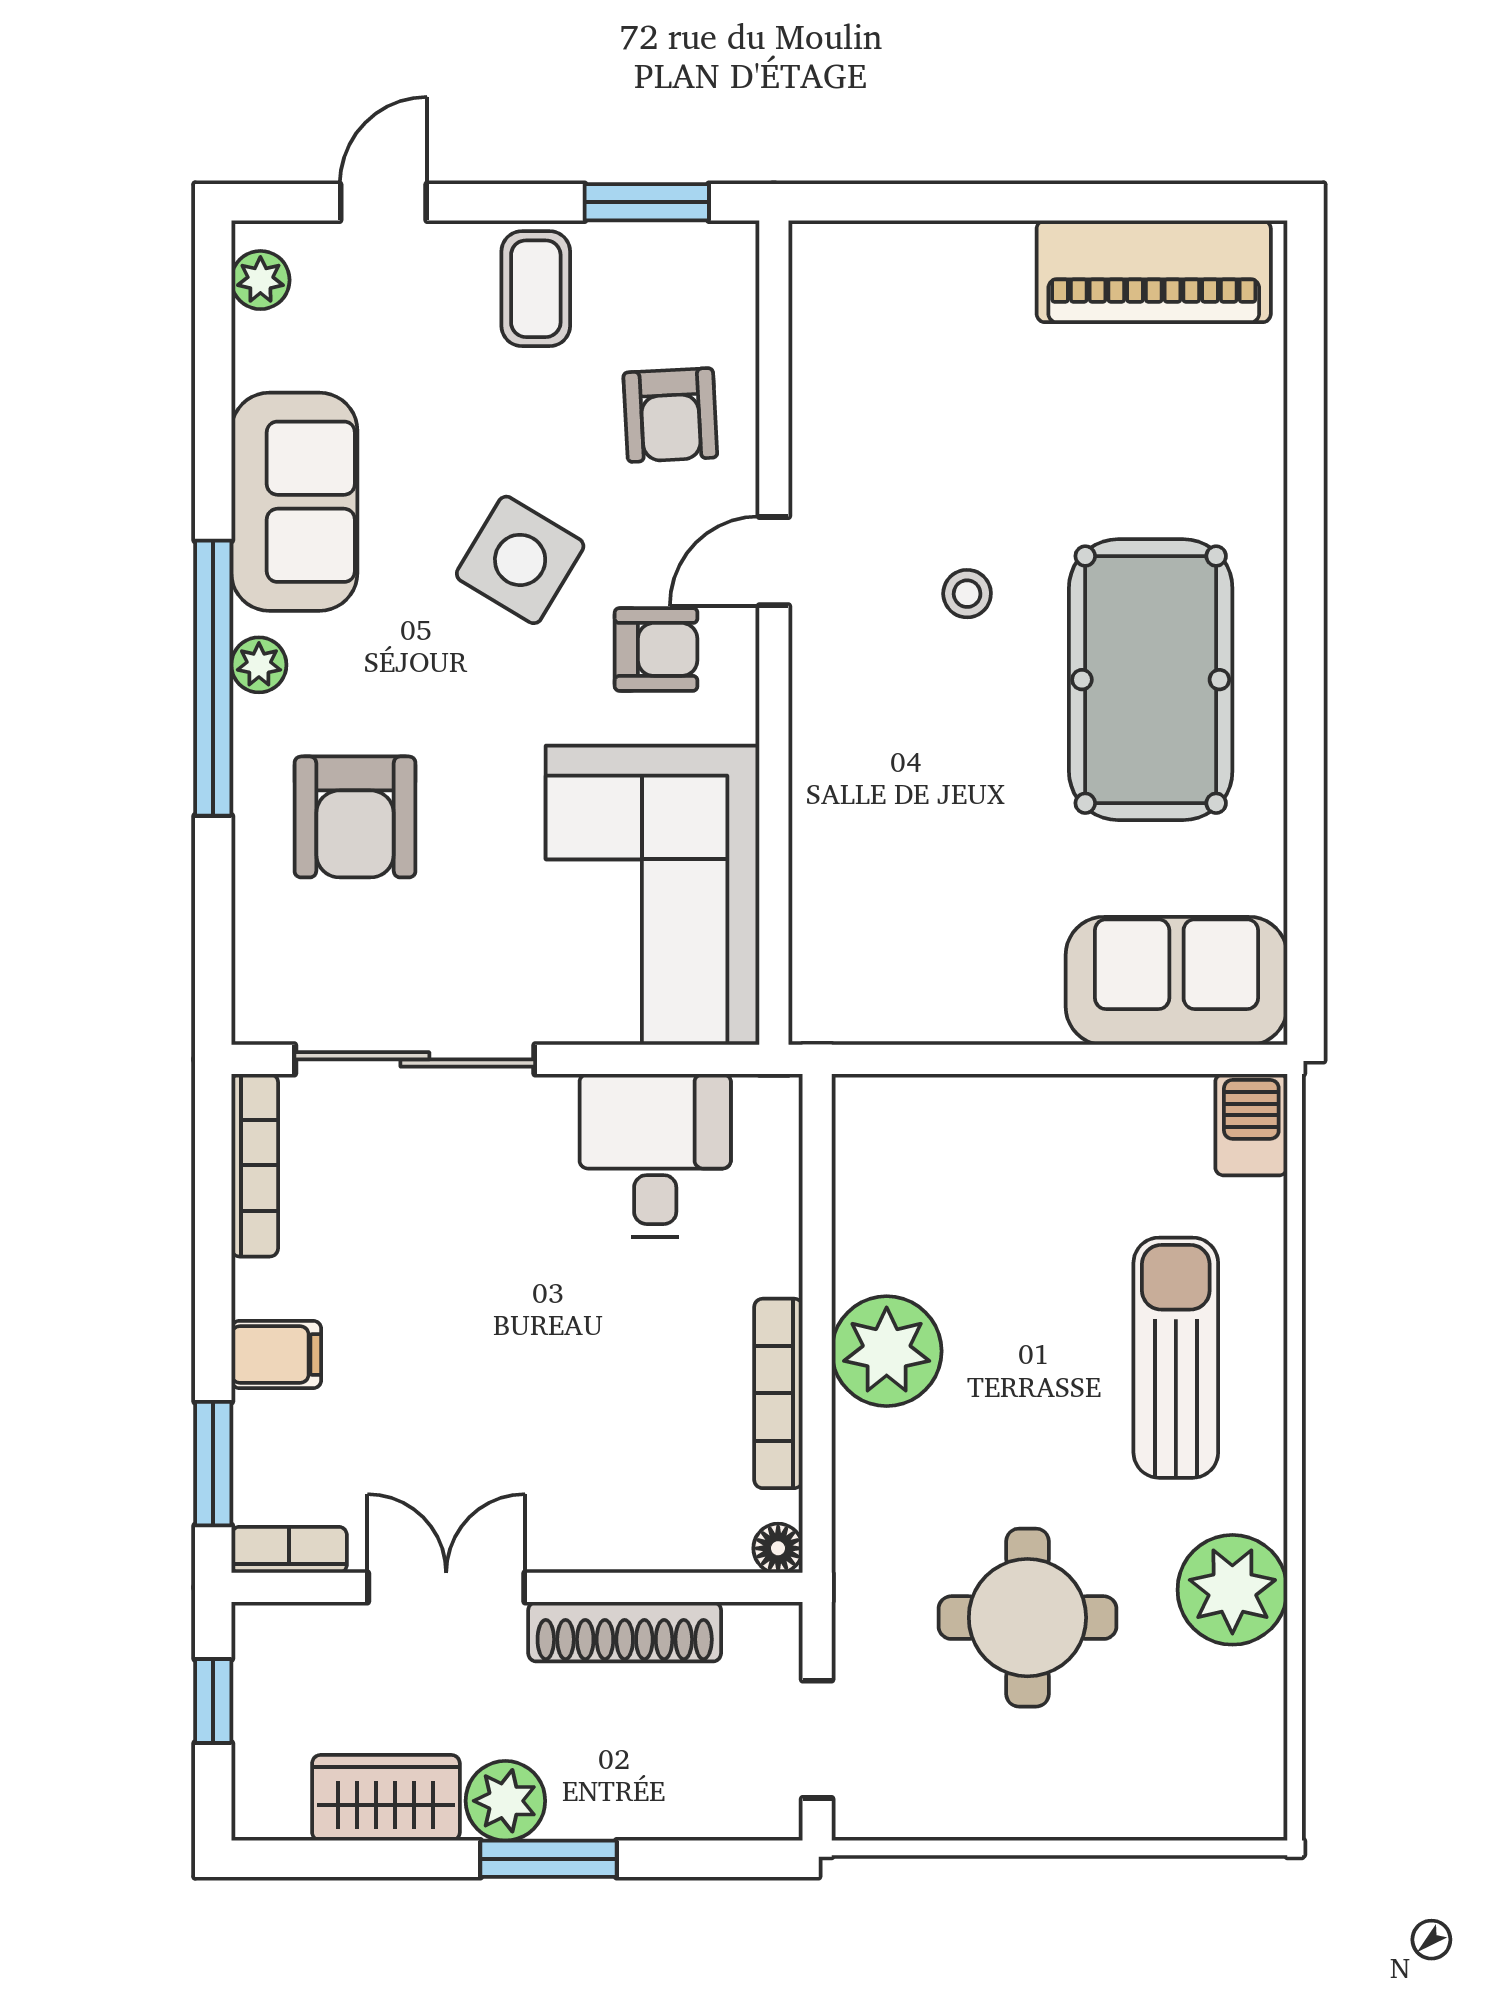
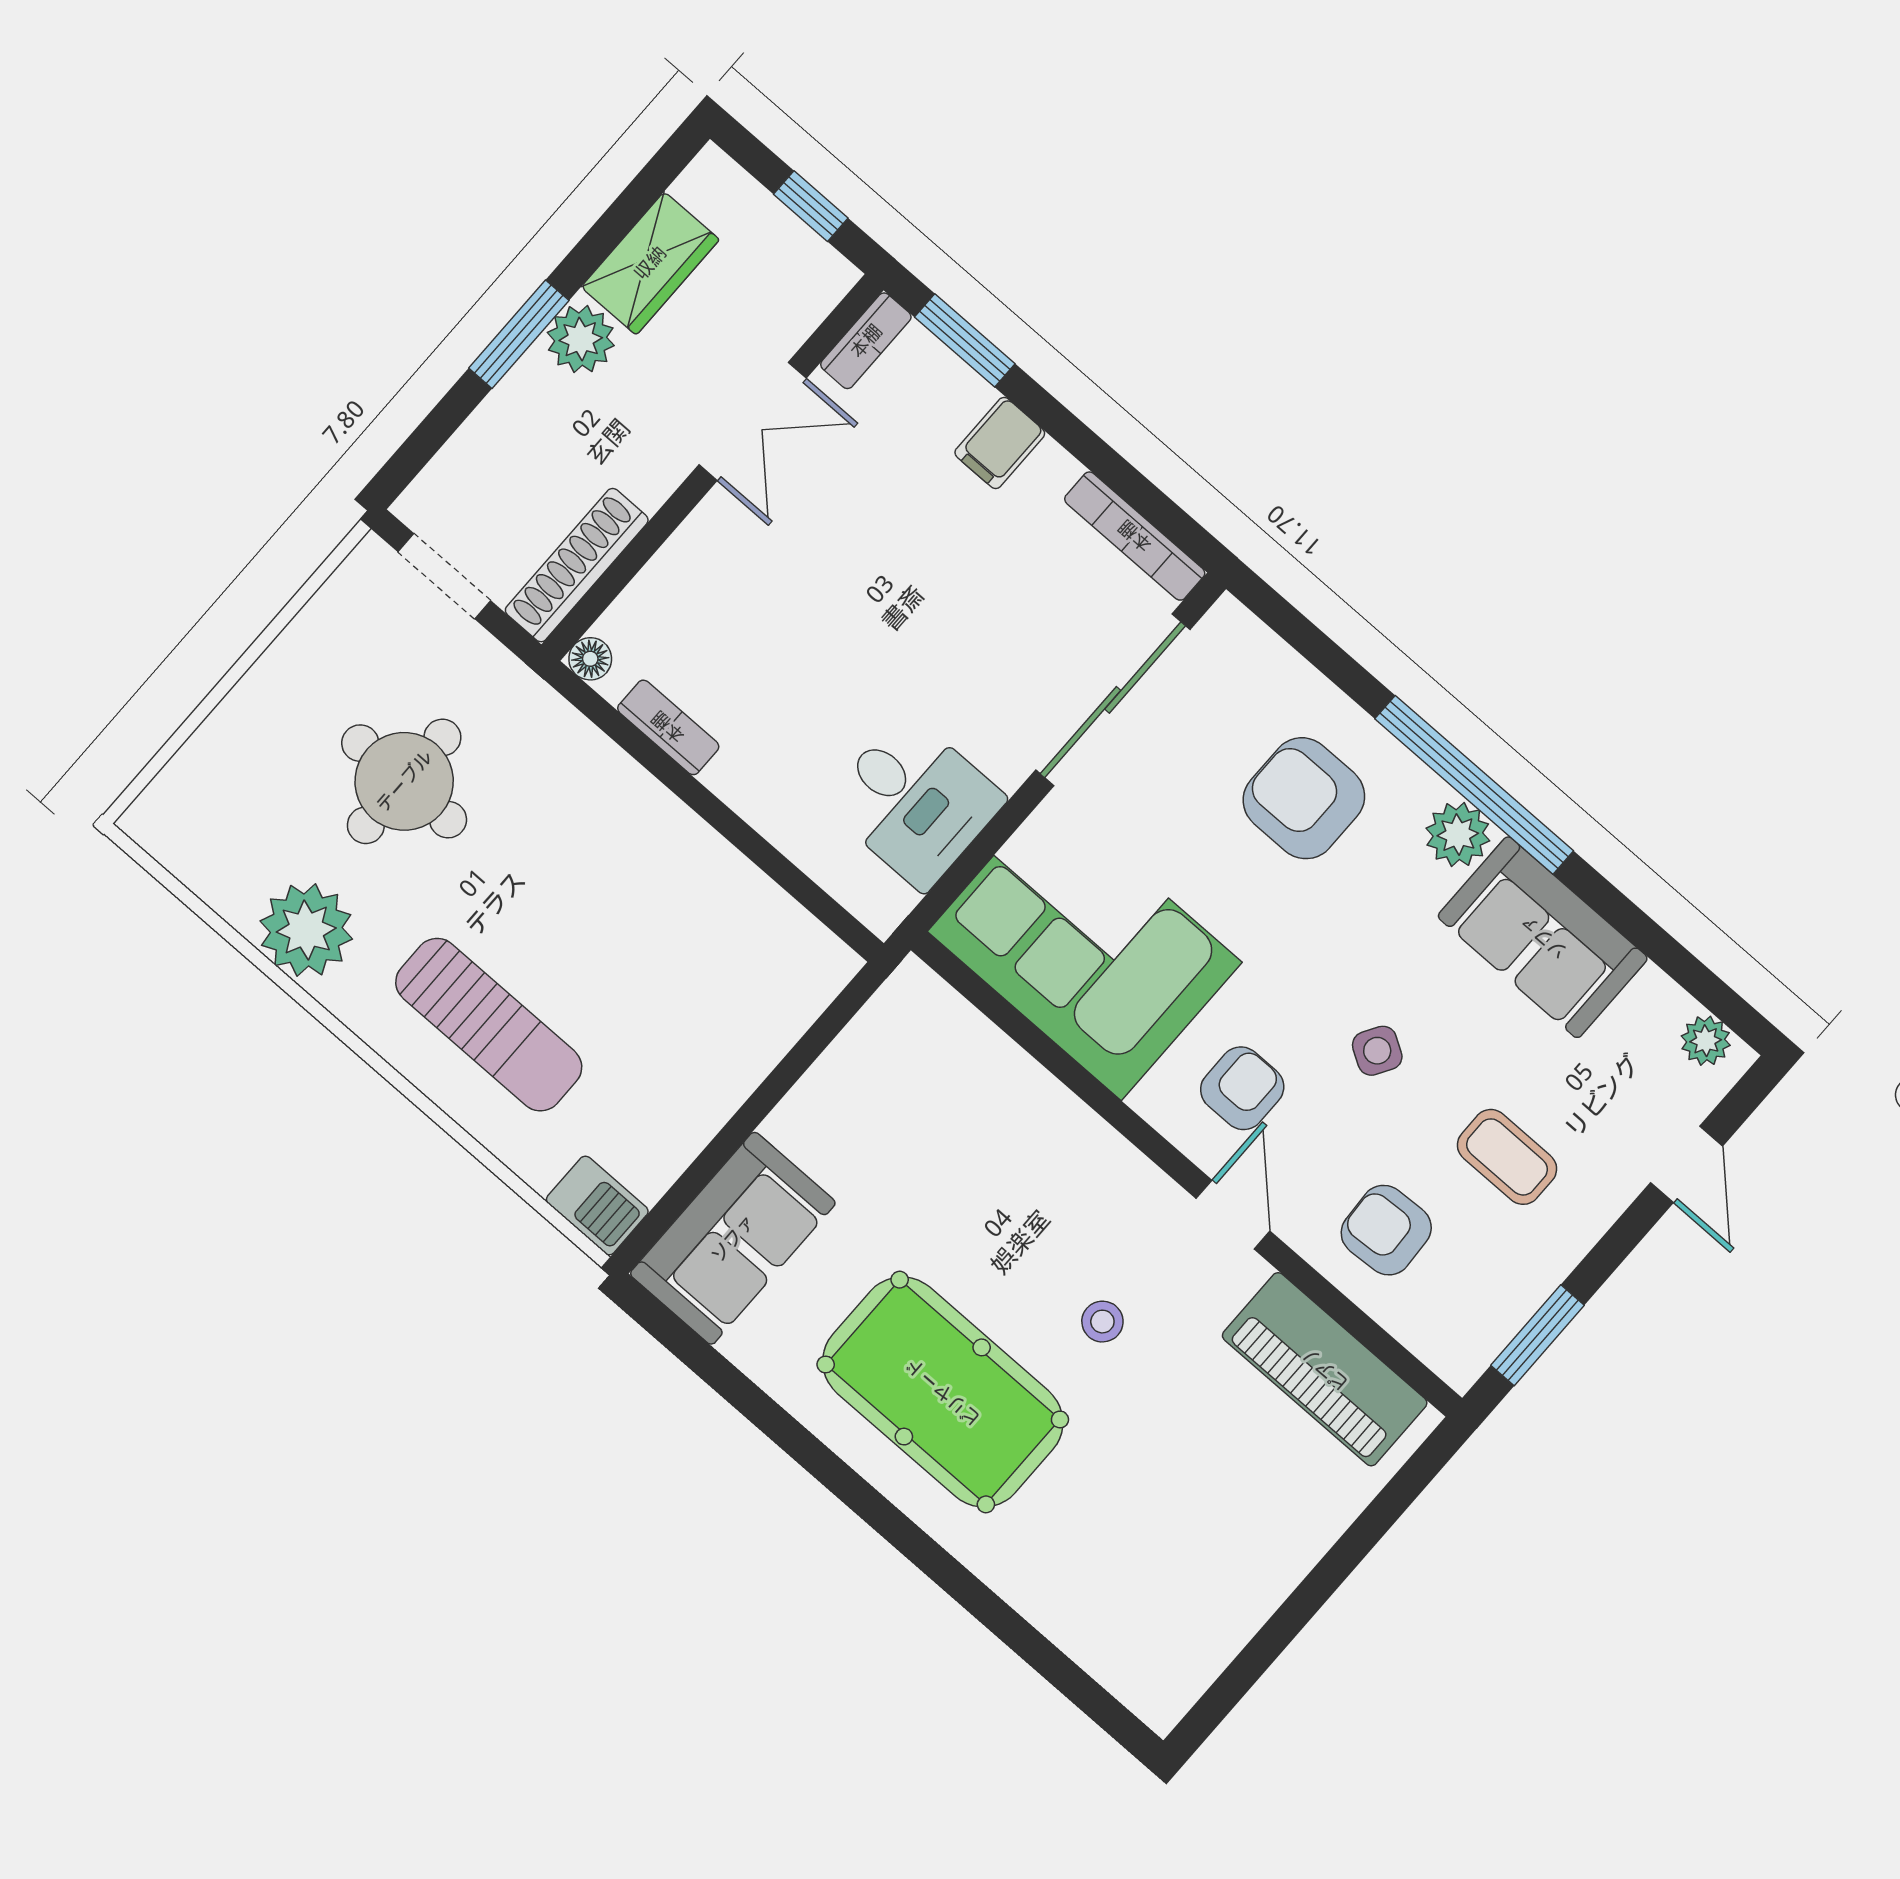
piano: (1154, 271) -> (1325, 1369), moved, turned -90
coffee table: (536, 289) -> (1507, 1157), moved
side table: (520, 560) -> (1377, 1051), width x0.54, depth x0.54
armchair: (656, 649) -> (1242, 1088), turned 180
plant: (259, 665) -> (1458, 835), width x1.38, depth x1.38
plant: (887, 1351) -> (657, 841), removed
bookcase: (778, 1393) -> (668, 727), width x0.64
shoe rack: (625, 1632) -> (577, 565), moved

